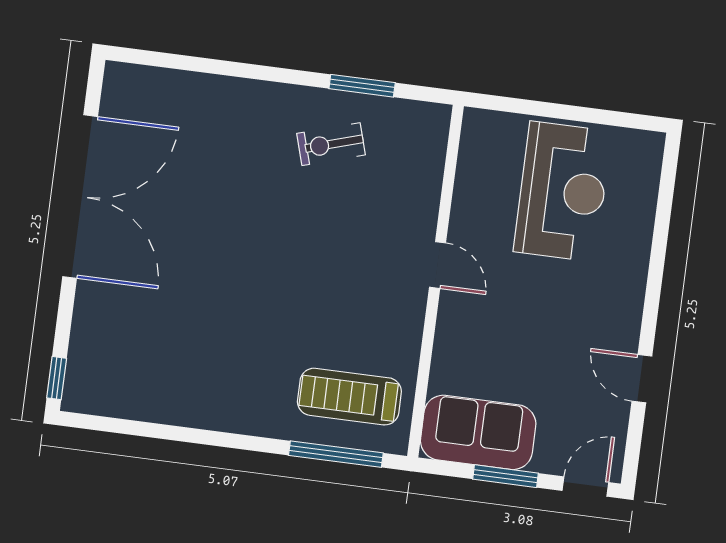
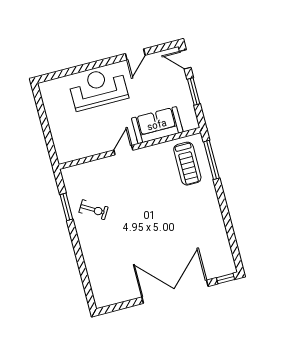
exercise bike: (331, 144) -> (94, 210), turned -42
reception desk: (563, 191) -> (98, 89), moved
double door: (80, 197) -> (175, 292), moved
sofa: (478, 432) -> (157, 125), moved, turned 90

